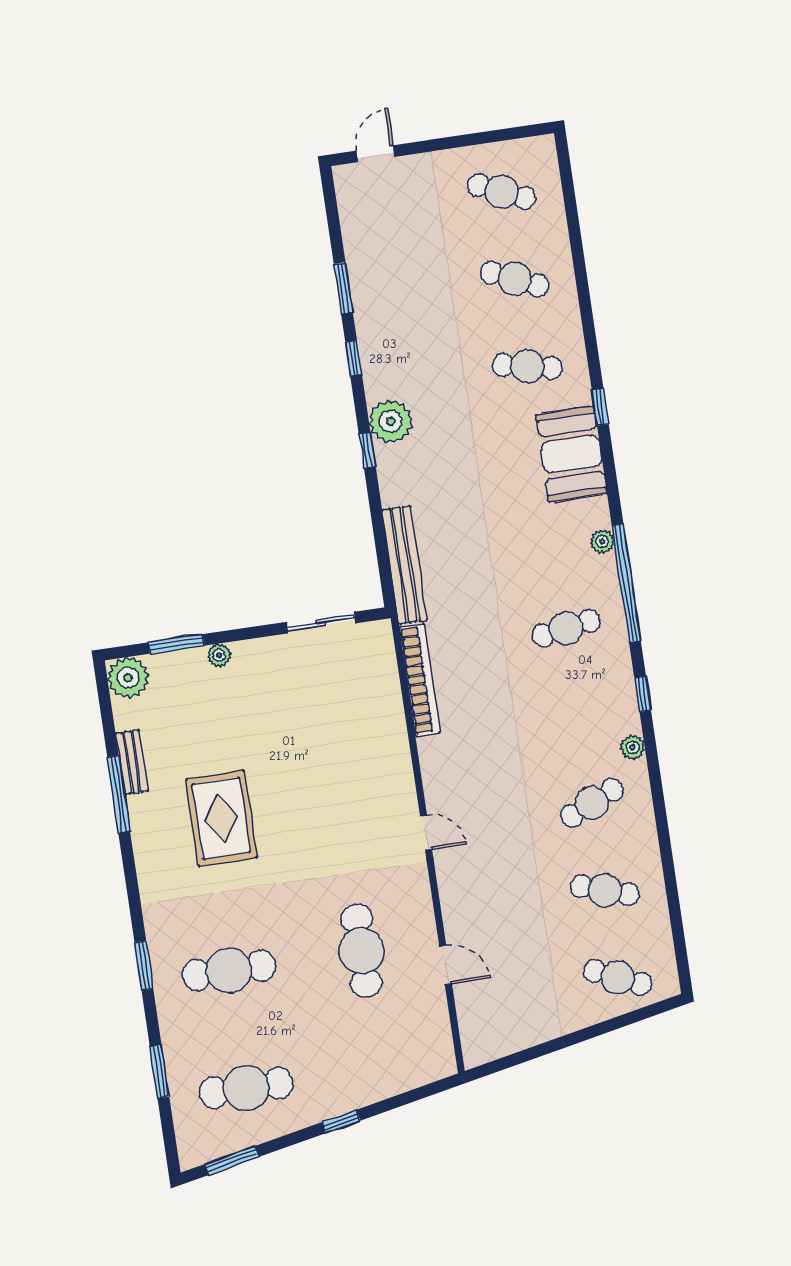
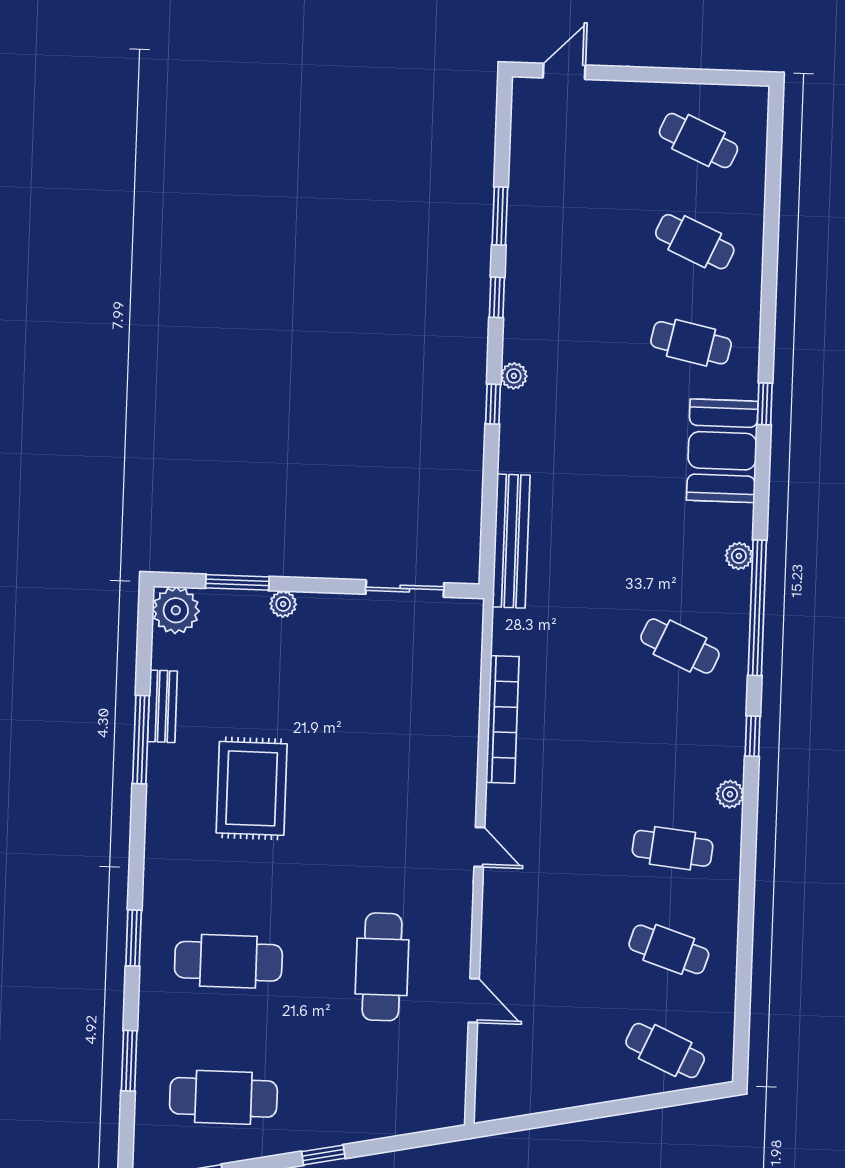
plant: (391, 421) -> (514, 376), width x0.53, depth x0.53
cafe table: (566, 628) -> (680, 646), turned 33
bookcase: (420, 680) -> (502, 720), moved
cafe table: (592, 803) -> (673, 848), turned 30

